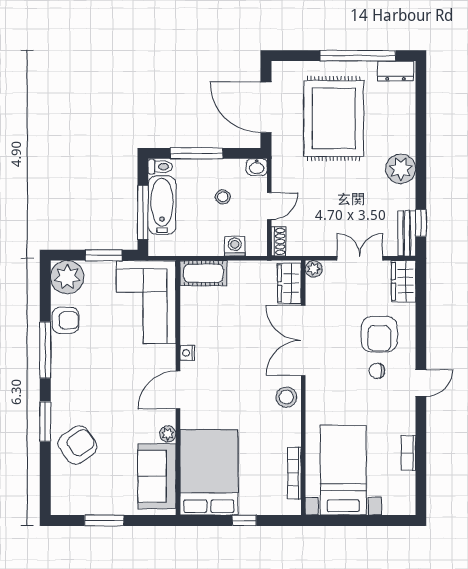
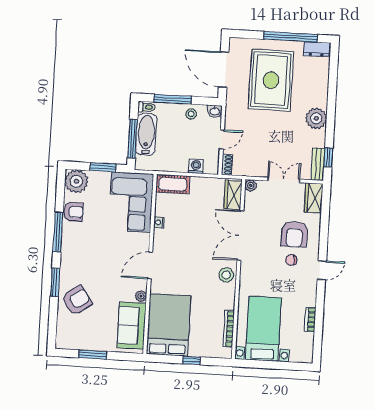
stool: (223, 197) -> (191, 114), moved
nightstand: (187, 353) -> (159, 222), moved

